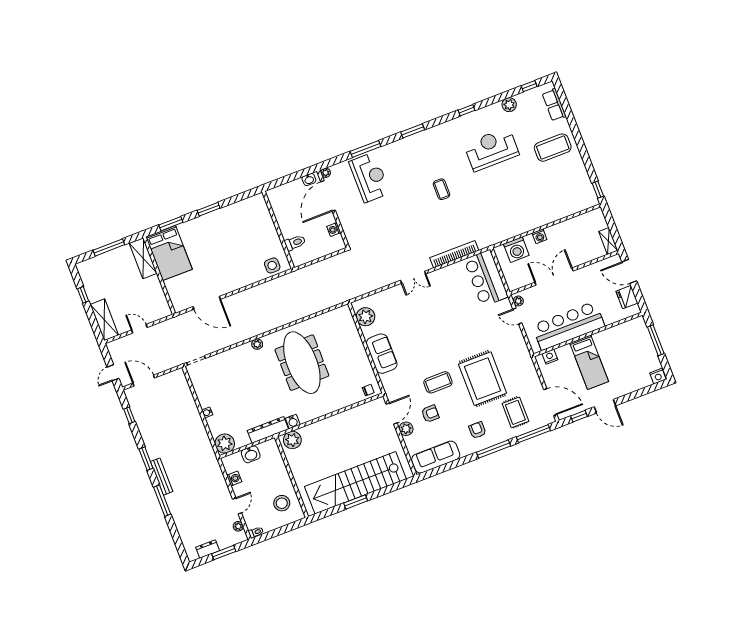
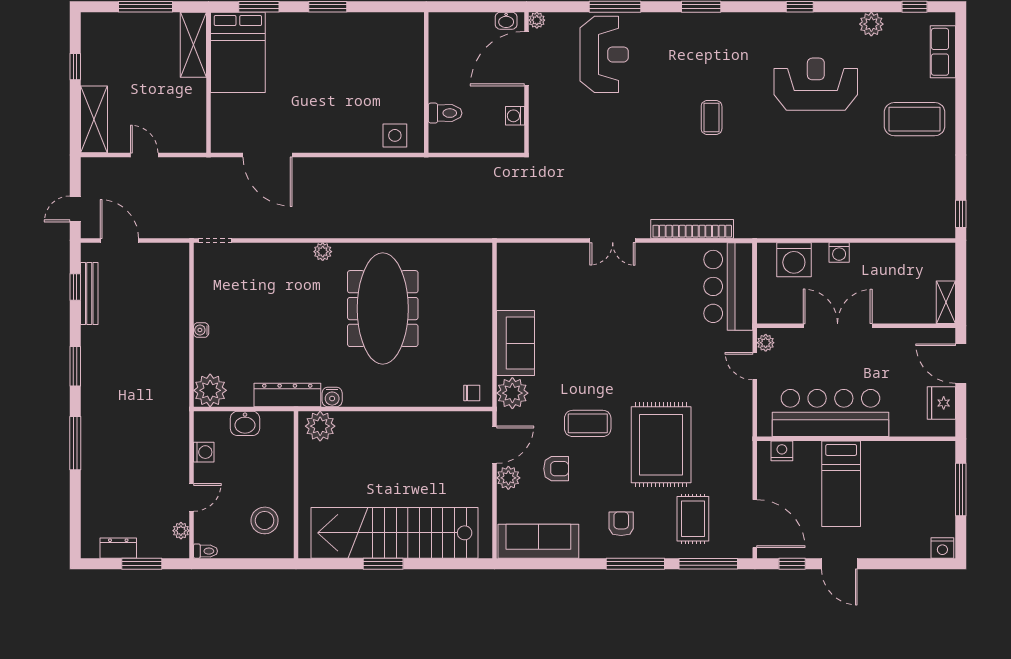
plant: (366, 317) -> (512, 393), moved
bench: (162, 477) -> (89, 294), moved

